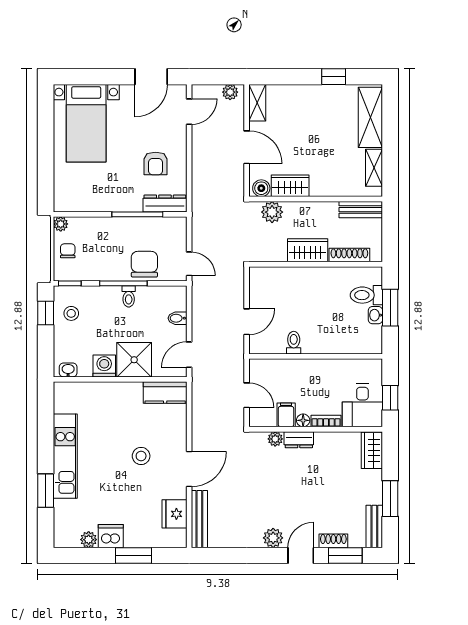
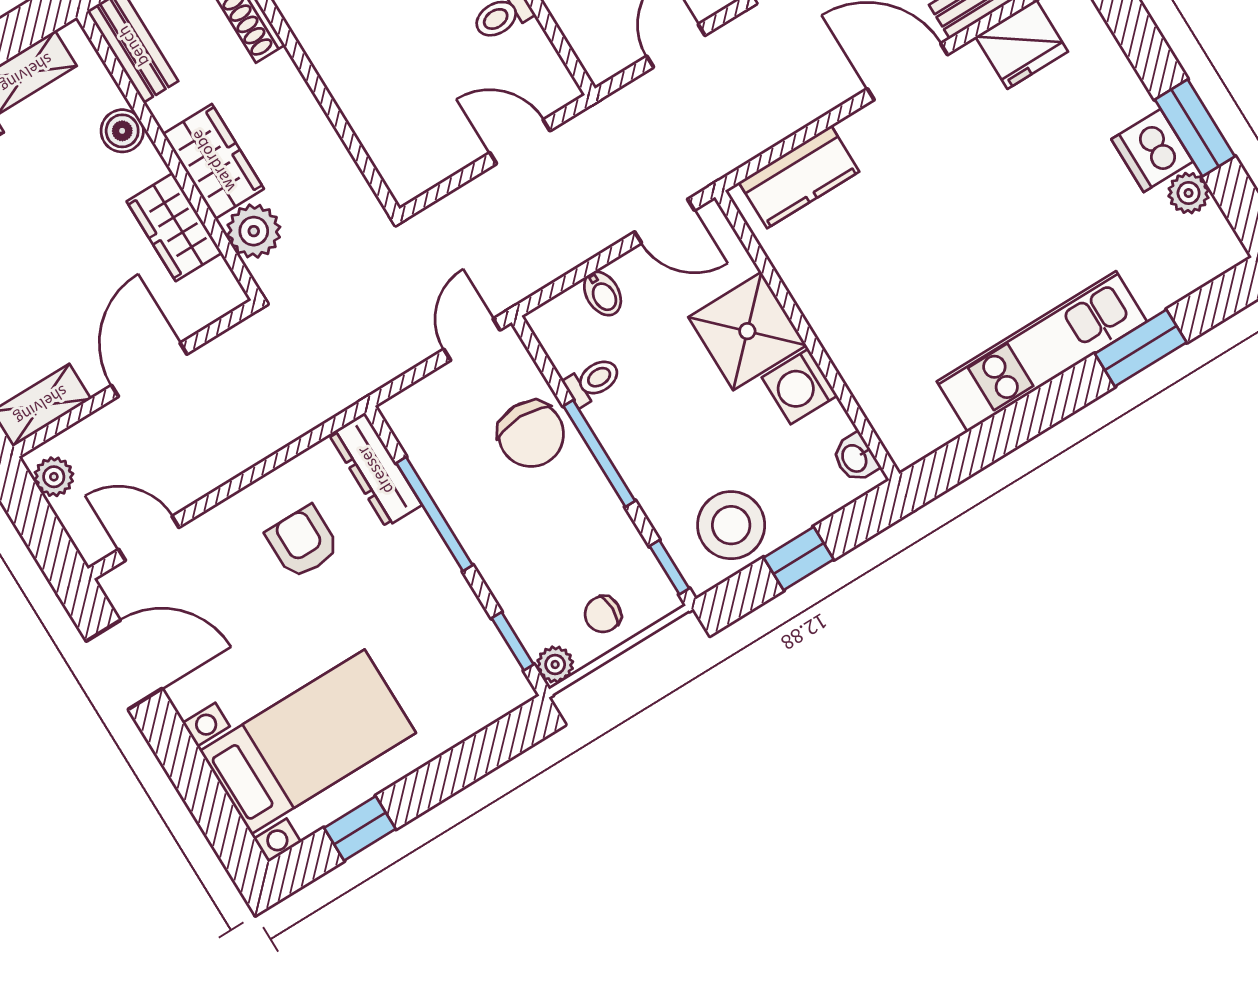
window: (46, 123) -> (360, 828), added
armchair: (156, 163) -> (303, 542), turned -90
boiler: (261, 188) -> (122, 131), moved
window: (77, 214) -> (513, 641), added
wardrobe: (308, 250) -> (213, 161), moved, turned 180
chair: (144, 264) -> (531, 434), turned -90
toilet: (129, 296) -> (593, 381), moved
window: (46, 313) -> (799, 558), moved
stool: (71, 313) -> (731, 525), width x1.89, depth x1.89
kitchen counter: (165, 393) -> (799, 177), moved, turned 90
stool: (141, 456) -> (942, 191), removed
window: (133, 555) -> (1195, 128), moved

